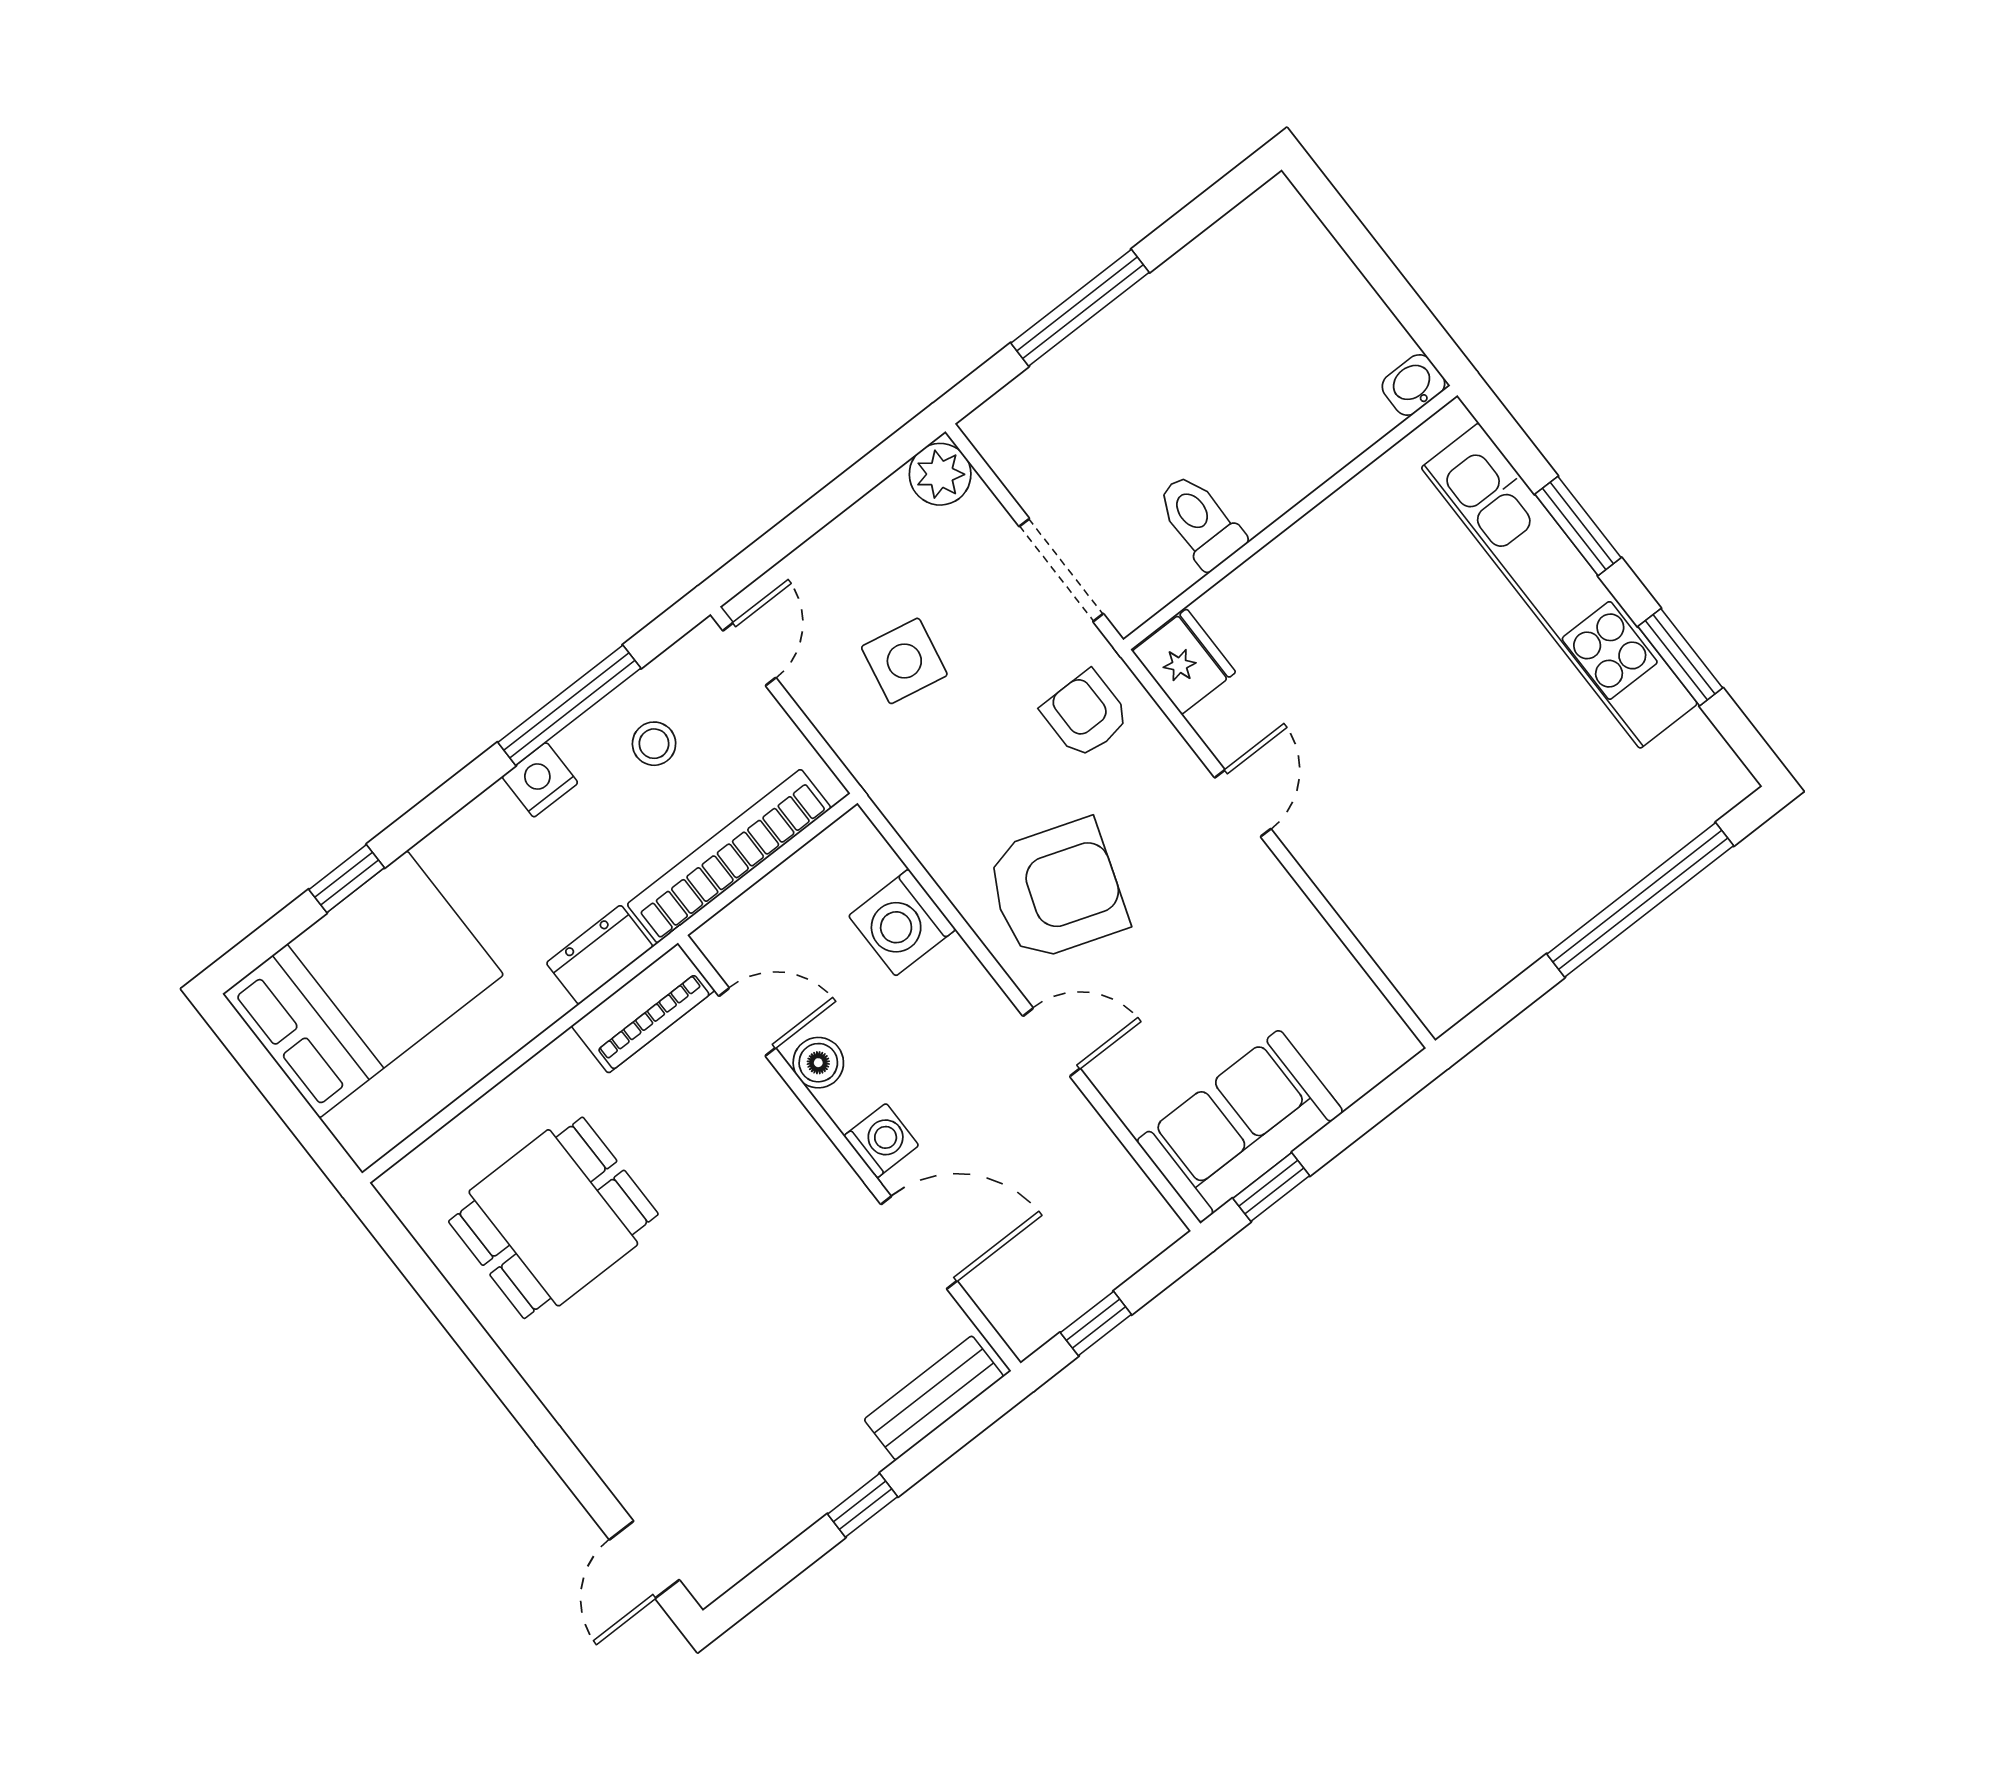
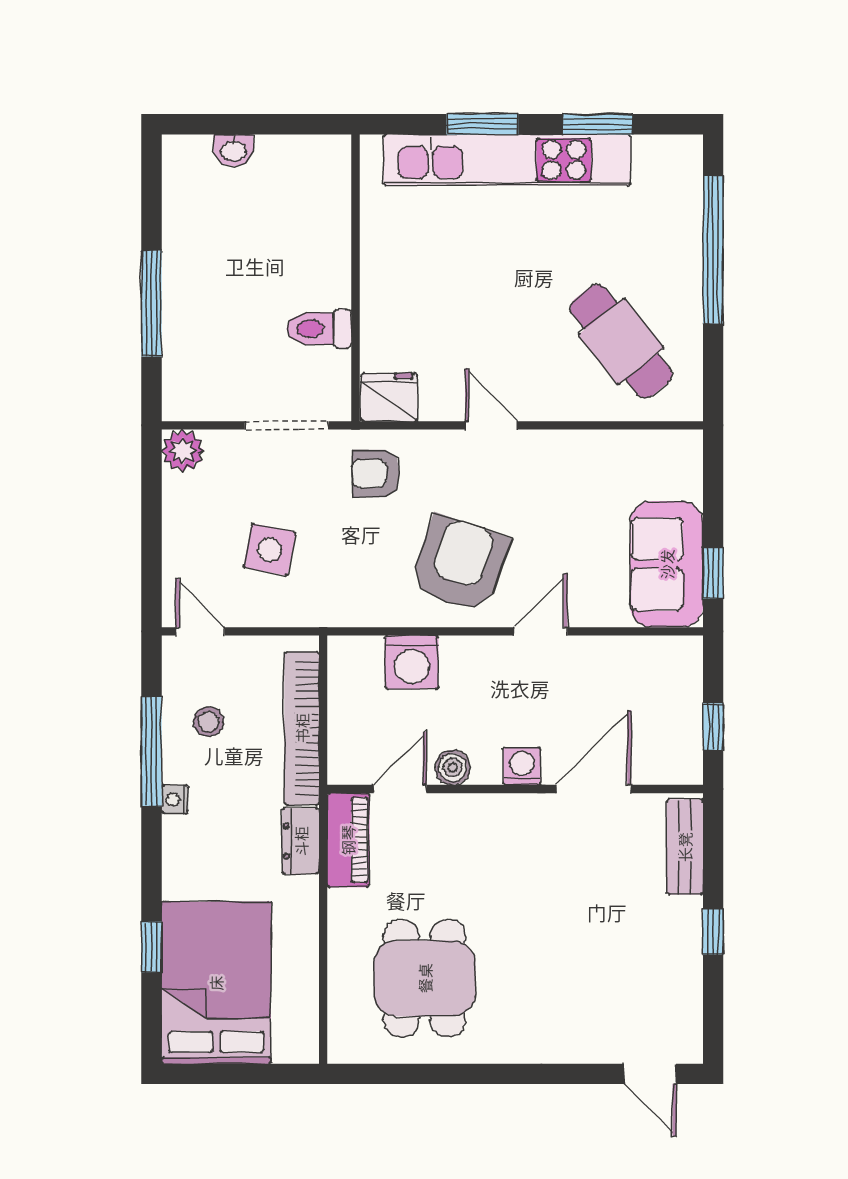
washbasin: (1414, 385) -> (234, 150), moved, turned -90
nightstand: (540, 780) -> (175, 799), width x0.72, depth x0.74
cafe table: (1454, 877) -> (621, 341), added

